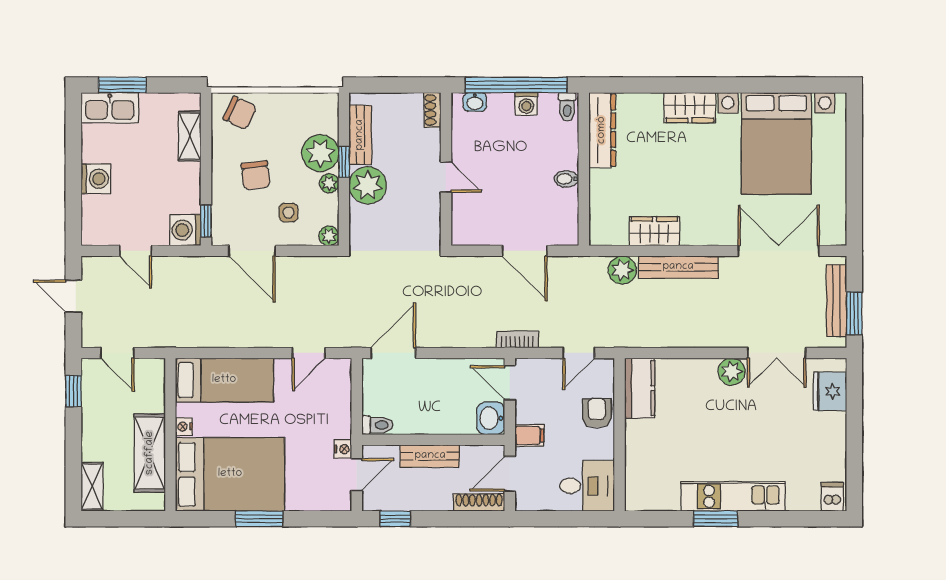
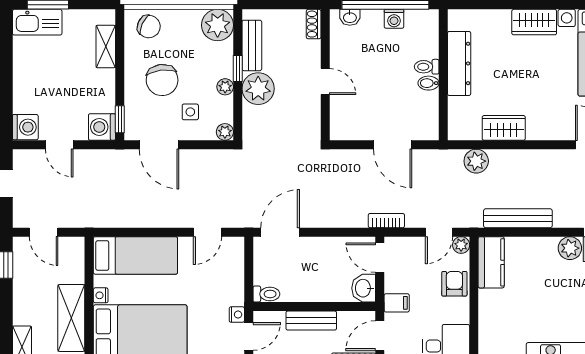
toilet: (567, 107) -> (427, 67), moved, turned 90
dresser: (602, 130) -> (459, 63), moved
plant: (320, 153) -> (218, 25), moved
chair: (256, 175) -> (162, 80), width x1.37, depth x1.37
washing machine: (96, 179) -> (25, 127), moved
bench: (678, 267) -> (518, 218), moved
plant: (605, 368) -> (461, 245), added

